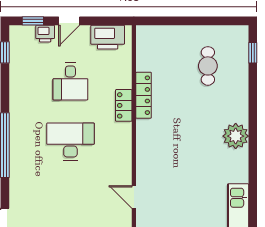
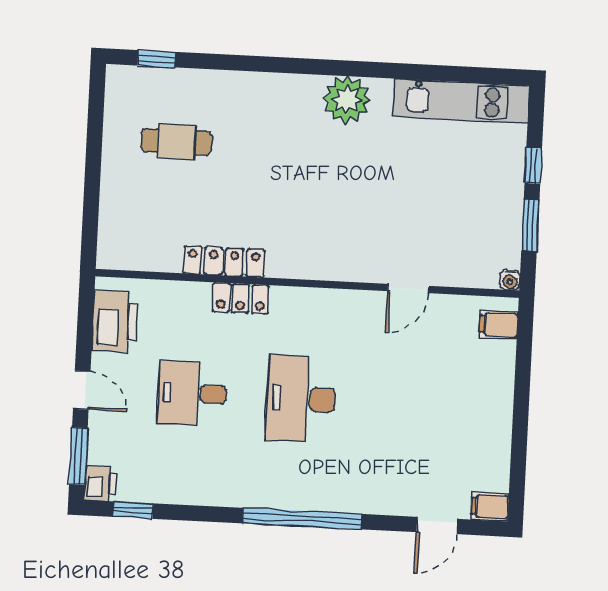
window: (33, 21) -> (78, 456), width x1.50
printer: (45, 34) -> (100, 484), moved
desk: (70, 81) -> (192, 393), turned 180
plant: (236, 136) -> (347, 100), moved

